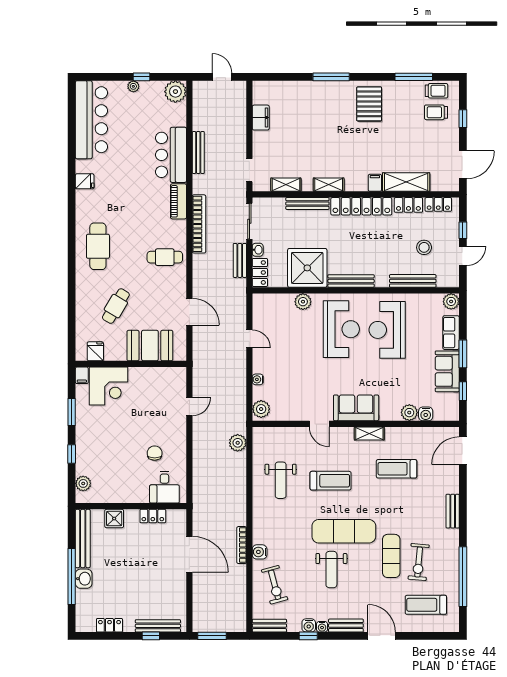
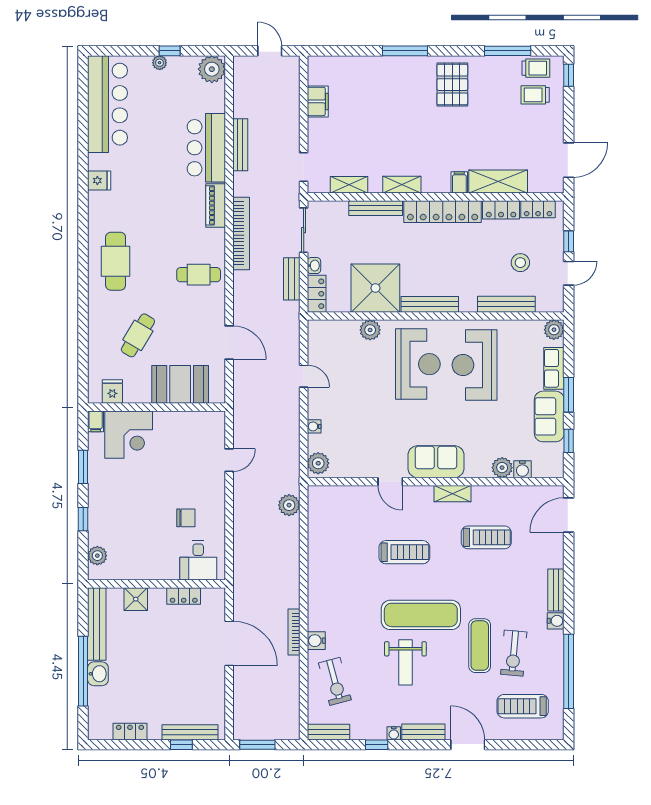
window: (463, 119) -> (569, 75), moved
chair: (155, 453) -> (186, 518), turned 90
treadmill: (397, 469) -> (486, 537), turned 180
weight bench: (281, 480) -> (342, 552), removed
water cooler: (309, 625) -> (556, 621), moved, turned -90

